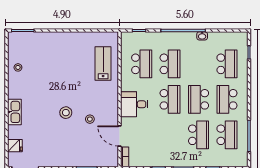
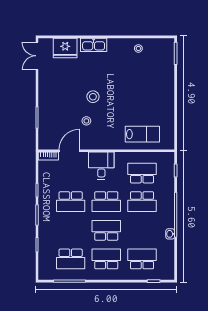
school desk: (142, 64) -> (142, 173), turned 180
school desk: (227, 64) -> (142, 259), turned 180
school desk: (199, 135) -> (71, 202), moved
fridge: (15, 146) -> (65, 48), width x1.88, depth x1.34

